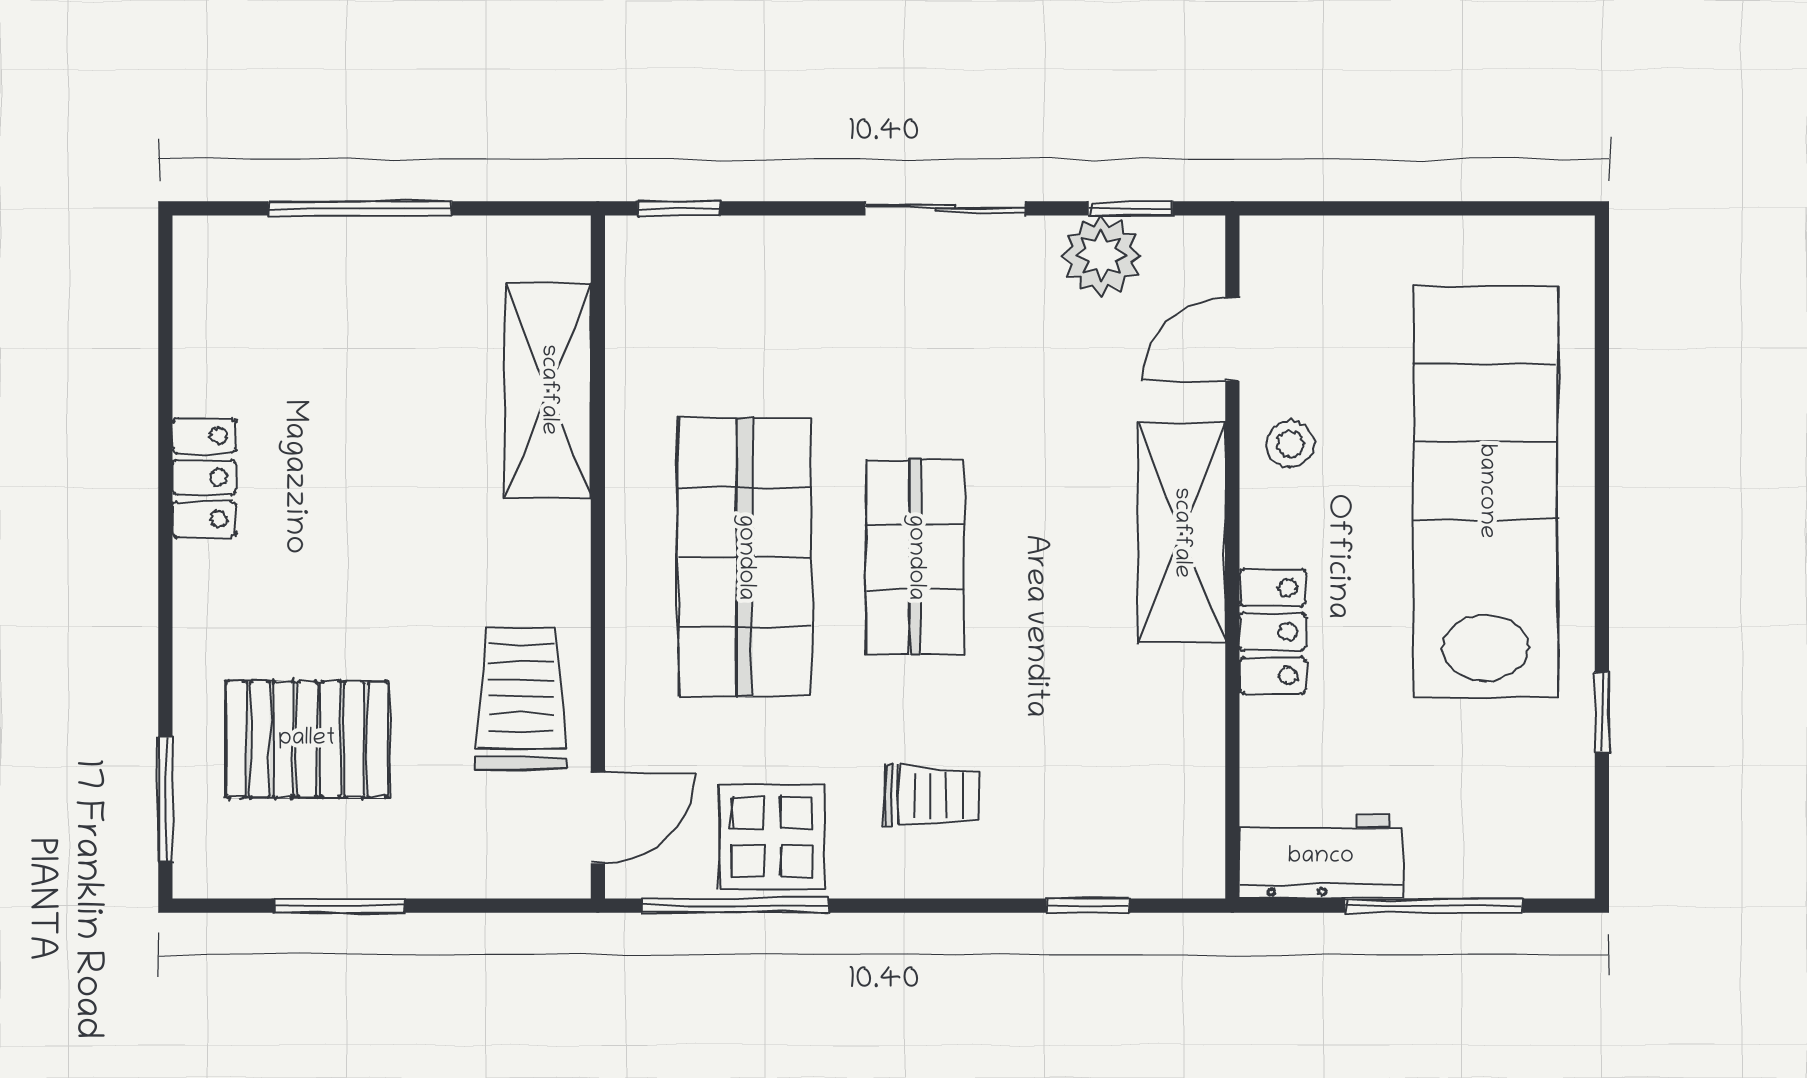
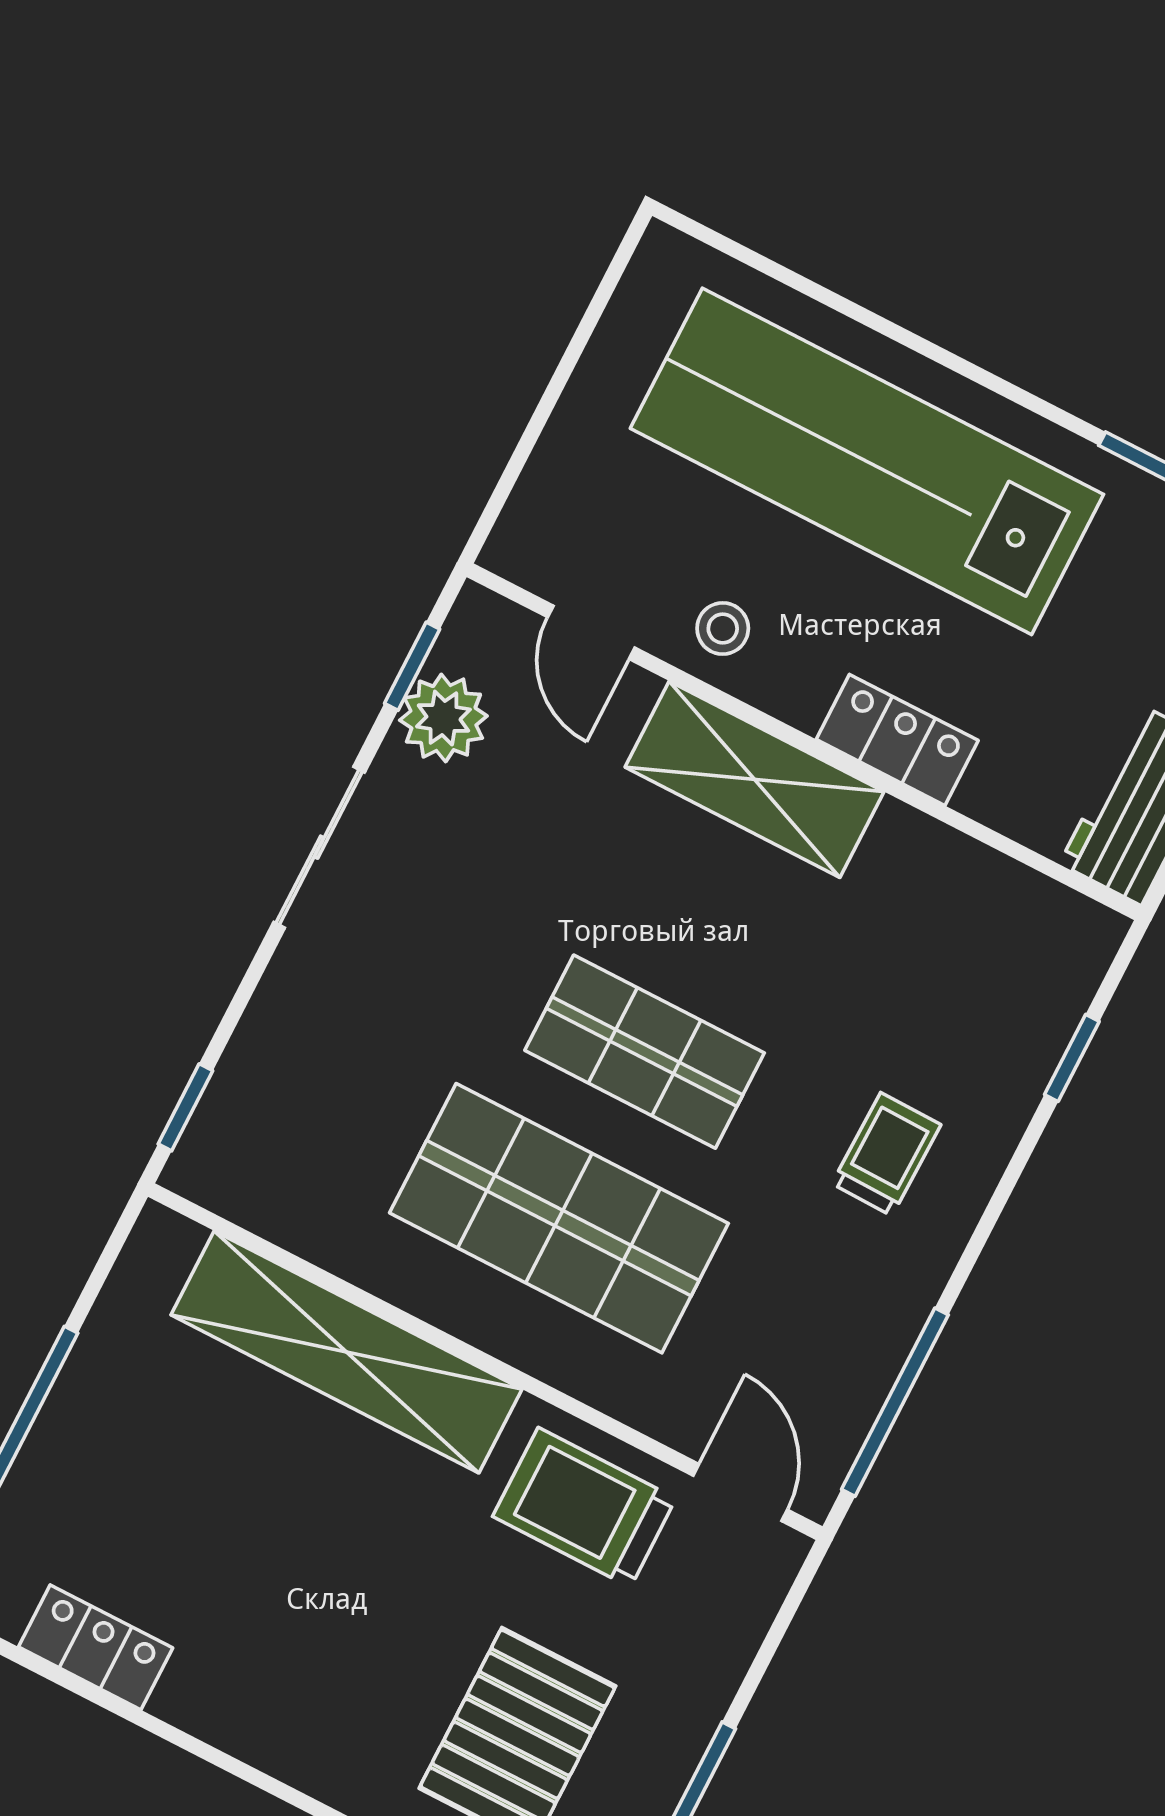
shelving: (548, 390) -> (346, 1352), width x1.47
locker: (204, 477) -> (96, 1647), moved
display table: (772, 837) -> (846, 1332), removed

